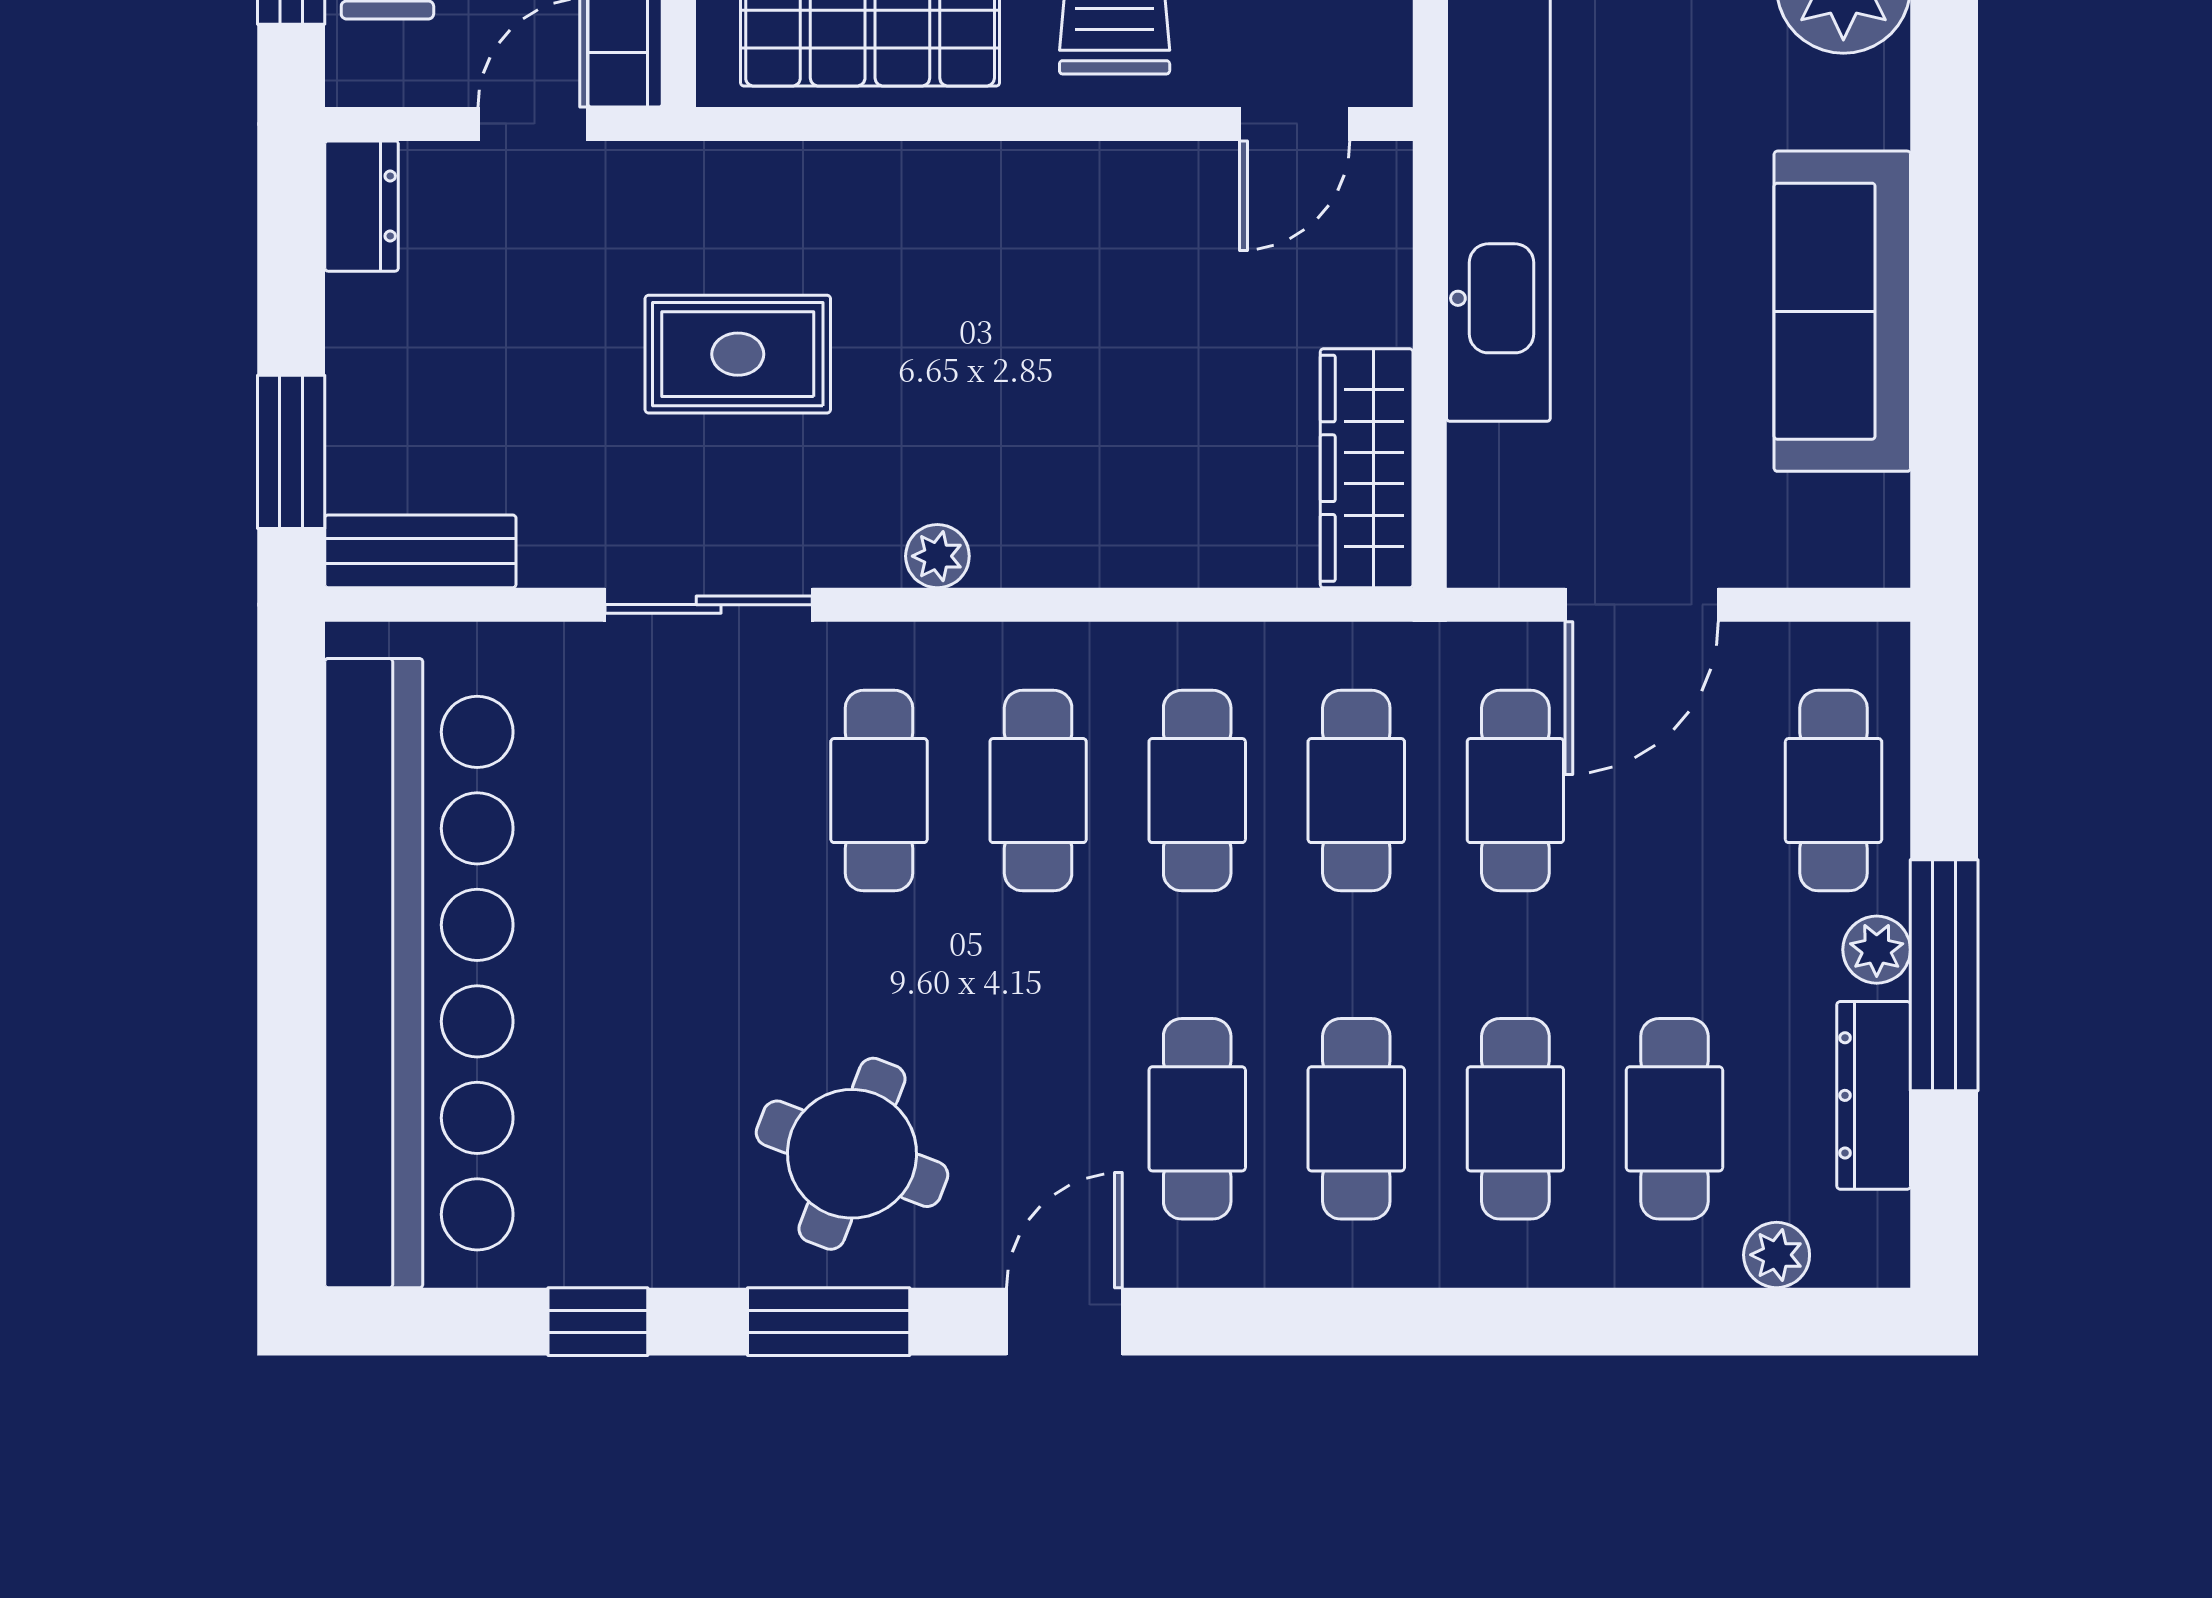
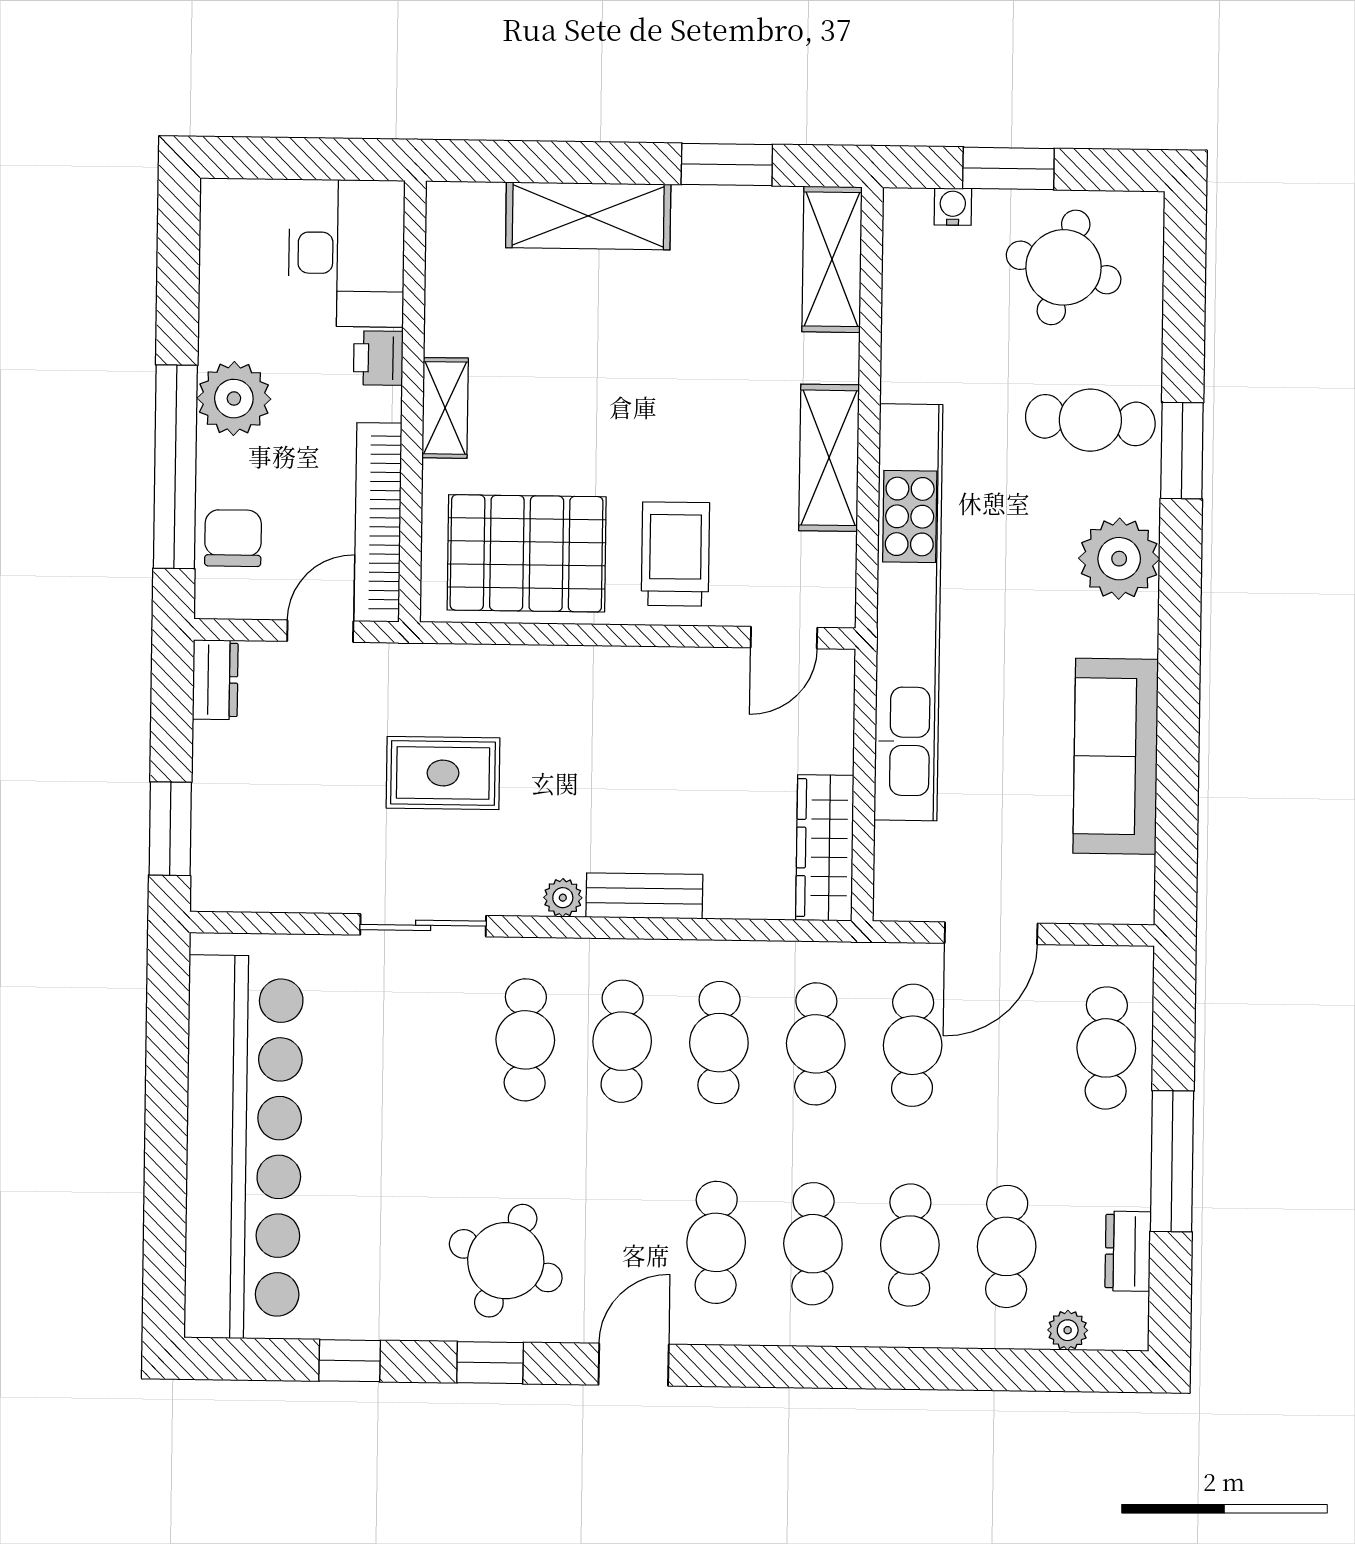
bench: (420, 551) -> (644, 896), moved
plant: (1877, 950) -> (1131, 1145), removed
dresser: (1874, 1095) -> (1128, 1251), width x0.70
window: (829, 1322) -> (490, 1363), width x0.67

